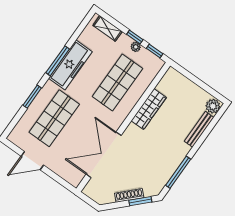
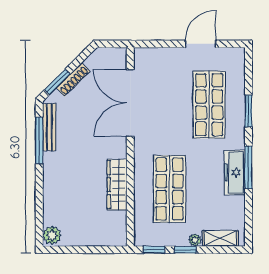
plant: (136, 47) -> (195, 240), moved
freezer: (70, 65) -> (235, 172), width x0.73, depth x0.79
bench: (199, 129) -> (49, 127), moved
double door: (104, 155) -> (130, 103), swing flipped

